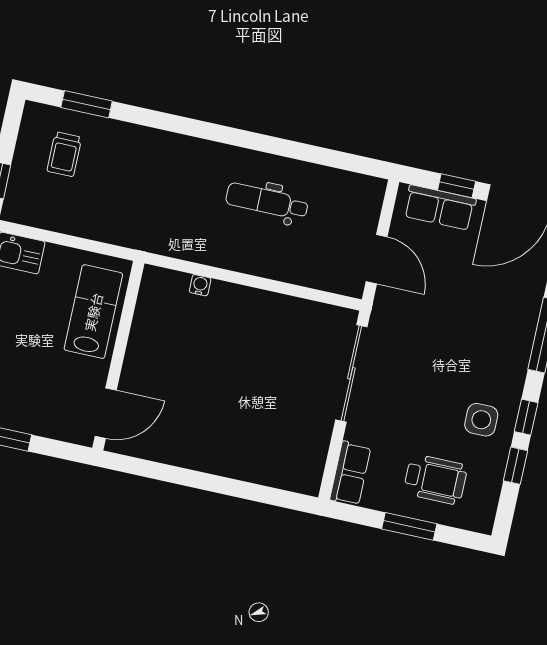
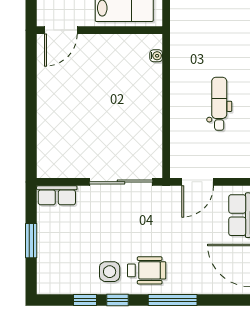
water cooler: (200, 285) -> (156, 56), moved
door: (106, 413) -> (61, 30), hinge flipped
wheelchair: (435, 479) -> (147, 270), moved, turned -90

